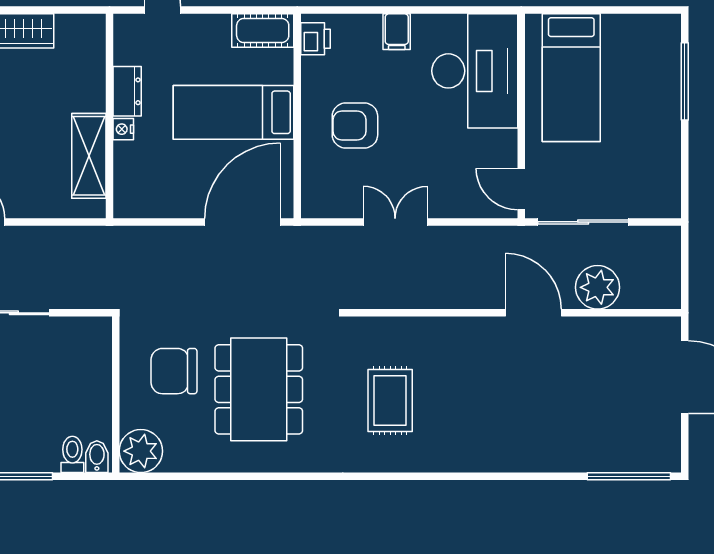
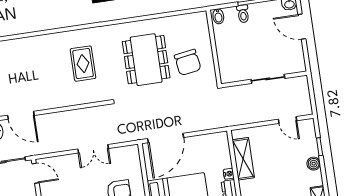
chair: (174, 371) -> (188, 62), turned 81
plant: (141, 451) -> (198, 22), removed
toilet: (72, 454) -> (243, 14), moved

